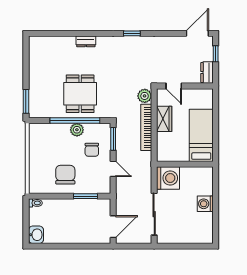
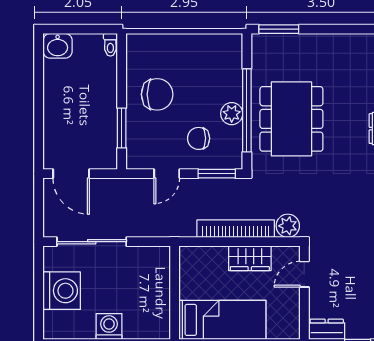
dining table: (80, 94) -> (291, 119), width x1.38
washing machine: (168, 178) -> (62, 291), moved, turned -90

